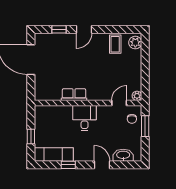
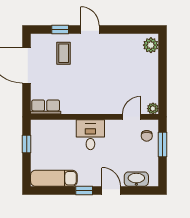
door: (84, 29) -> (90, 29), swing flipped
coffee table: (115, 44) -> (64, 53), moved
row of seats: (74, 95) -> (46, 107), moved
window: (31, 136) -> (27, 144), moved
window: (68, 165) -> (84, 191), moved

